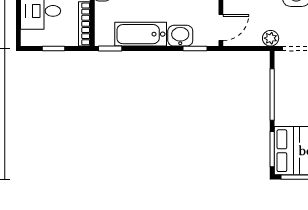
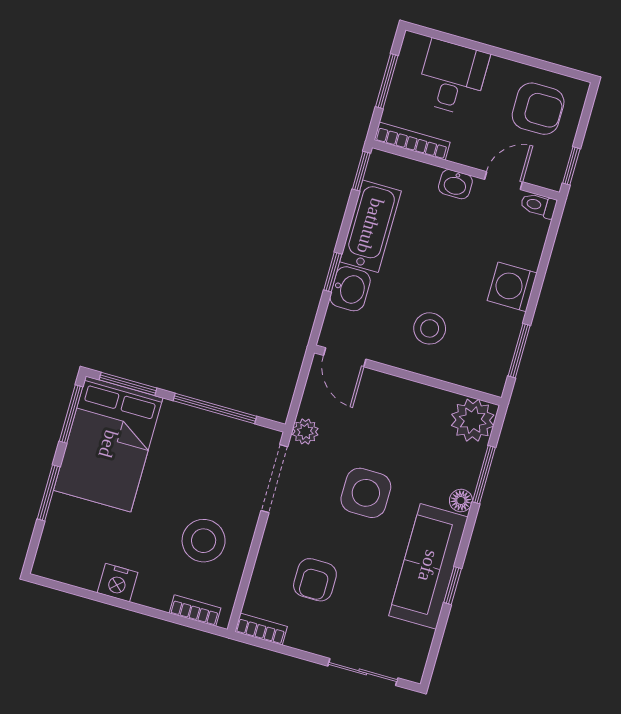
window: (54, 48) -> (387, 81), width x1.50
window: (195, 48) -> (333, 272), moved

